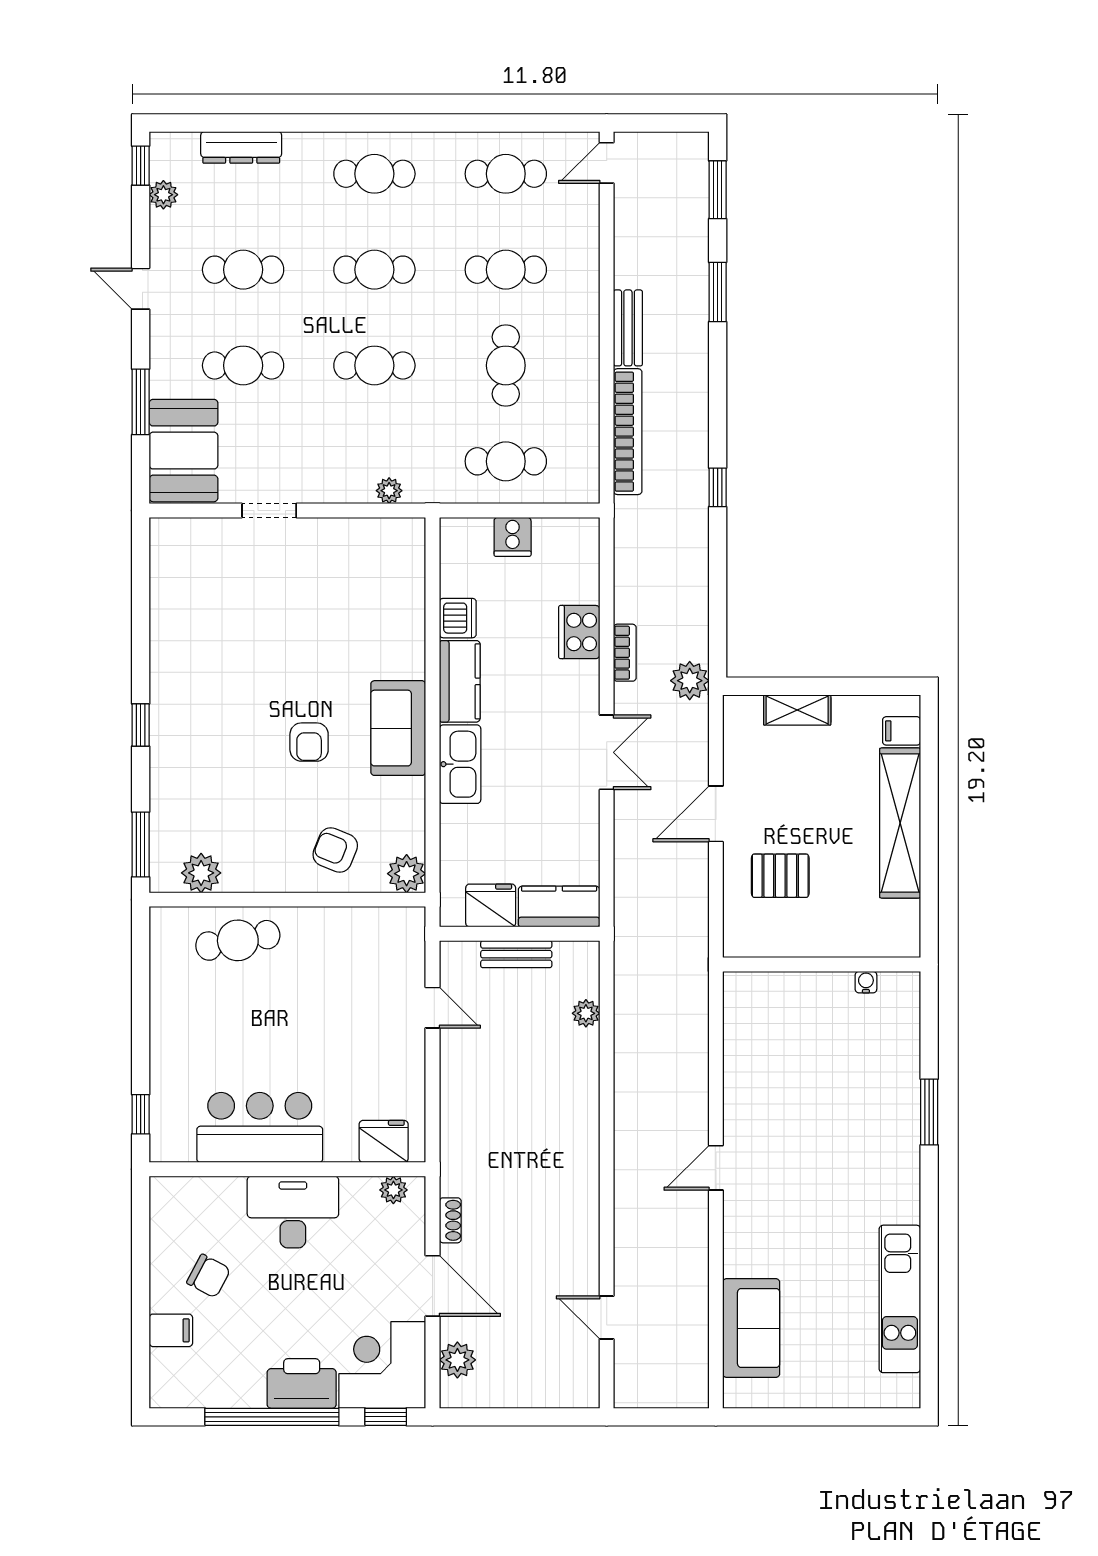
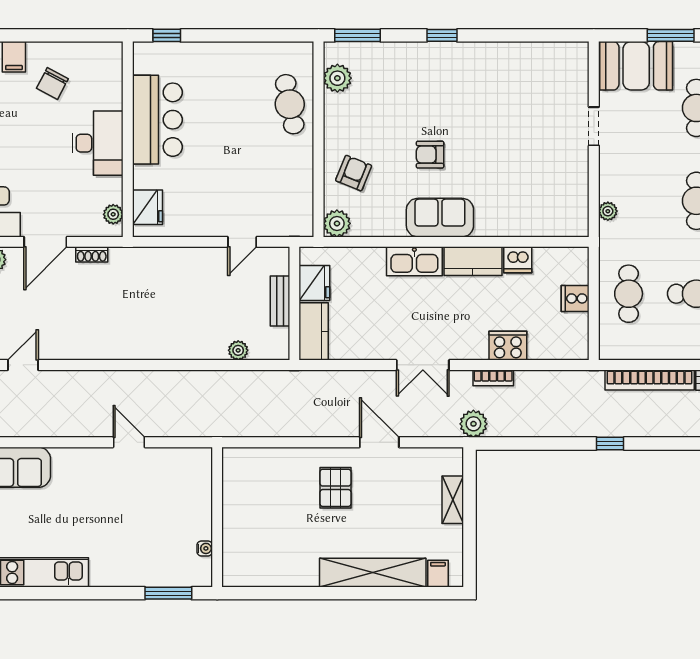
wall: (822, 964) -> (217, 517), moved
water cooler: (866, 982) -> (205, 548), moved

